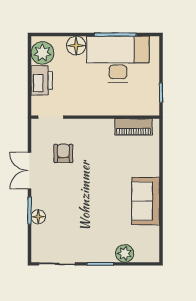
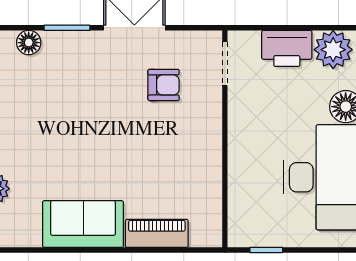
piano: (134, 127) -> (157, 233), moved, turned 90
floor lamp: (38, 217) -> (29, 43), moved

